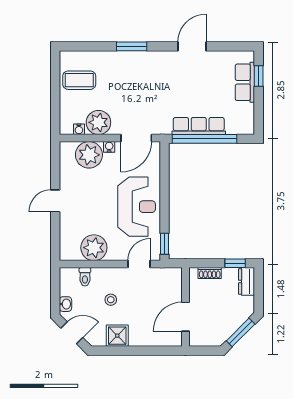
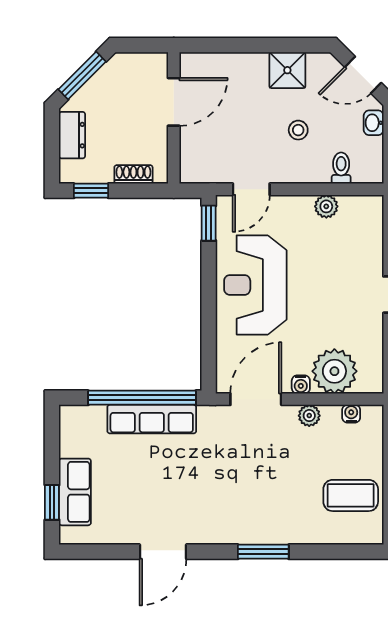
plant: (98, 122) -> (309, 416), width x0.53, depth x0.53
plant: (94, 248) -> (326, 206), width x0.53, depth x0.53
dresser: (247, 281) -> (72, 135), moved

